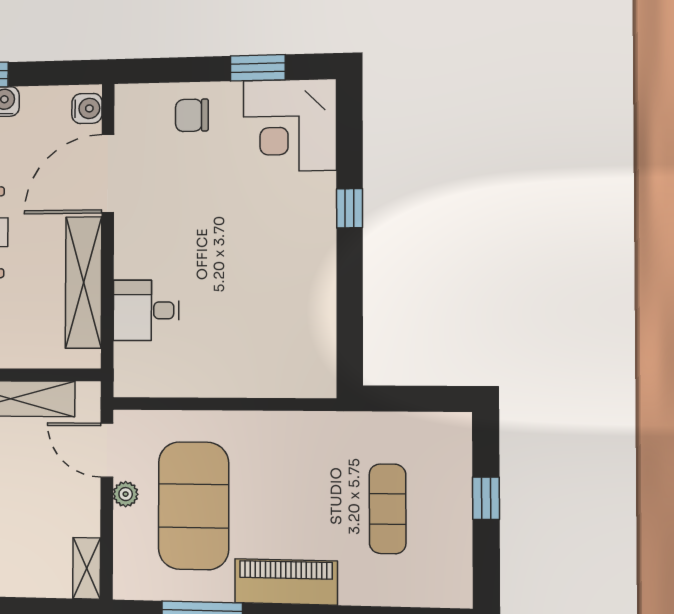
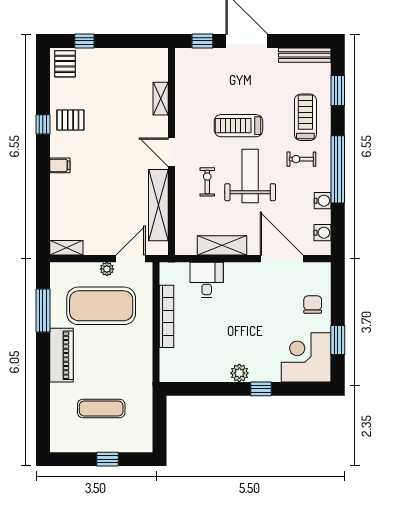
water cooler: (87, 108) -> (323, 233), moved, turned -90
plant: (319, 249) -> (239, 373), added
shelving: (83, 283) -> (222, 245), width x0.68
bookcase: (213, 384) -> (167, 316), added

